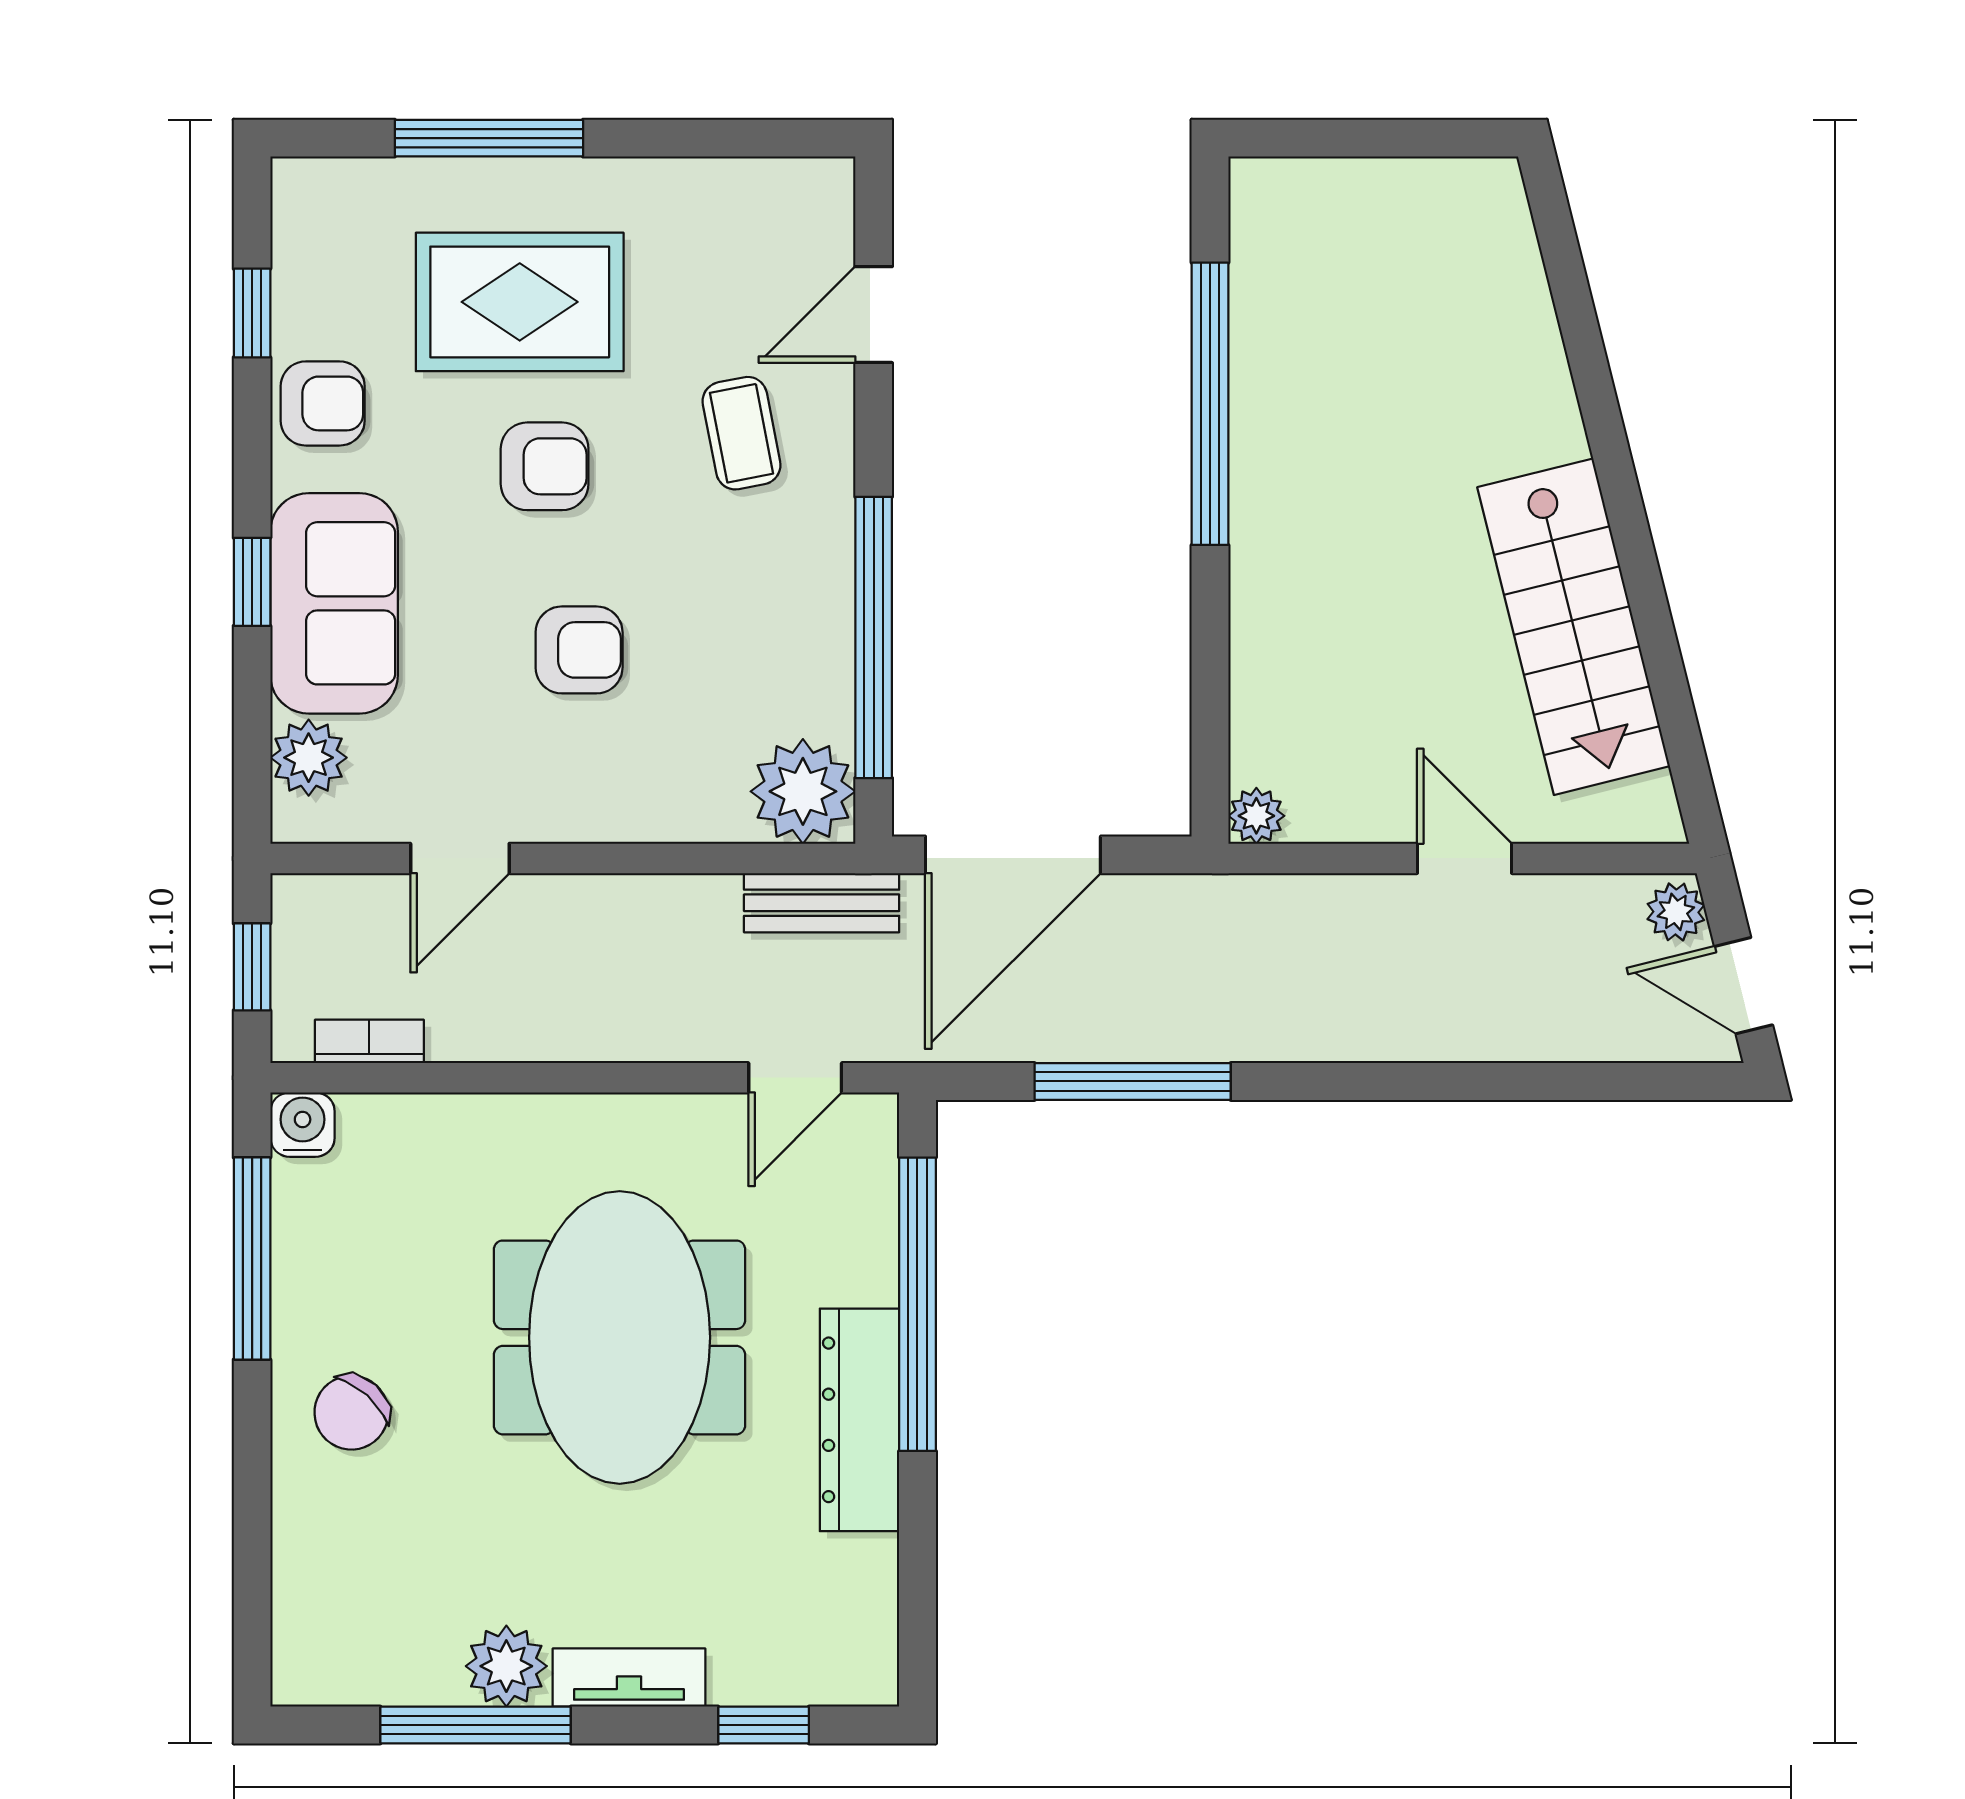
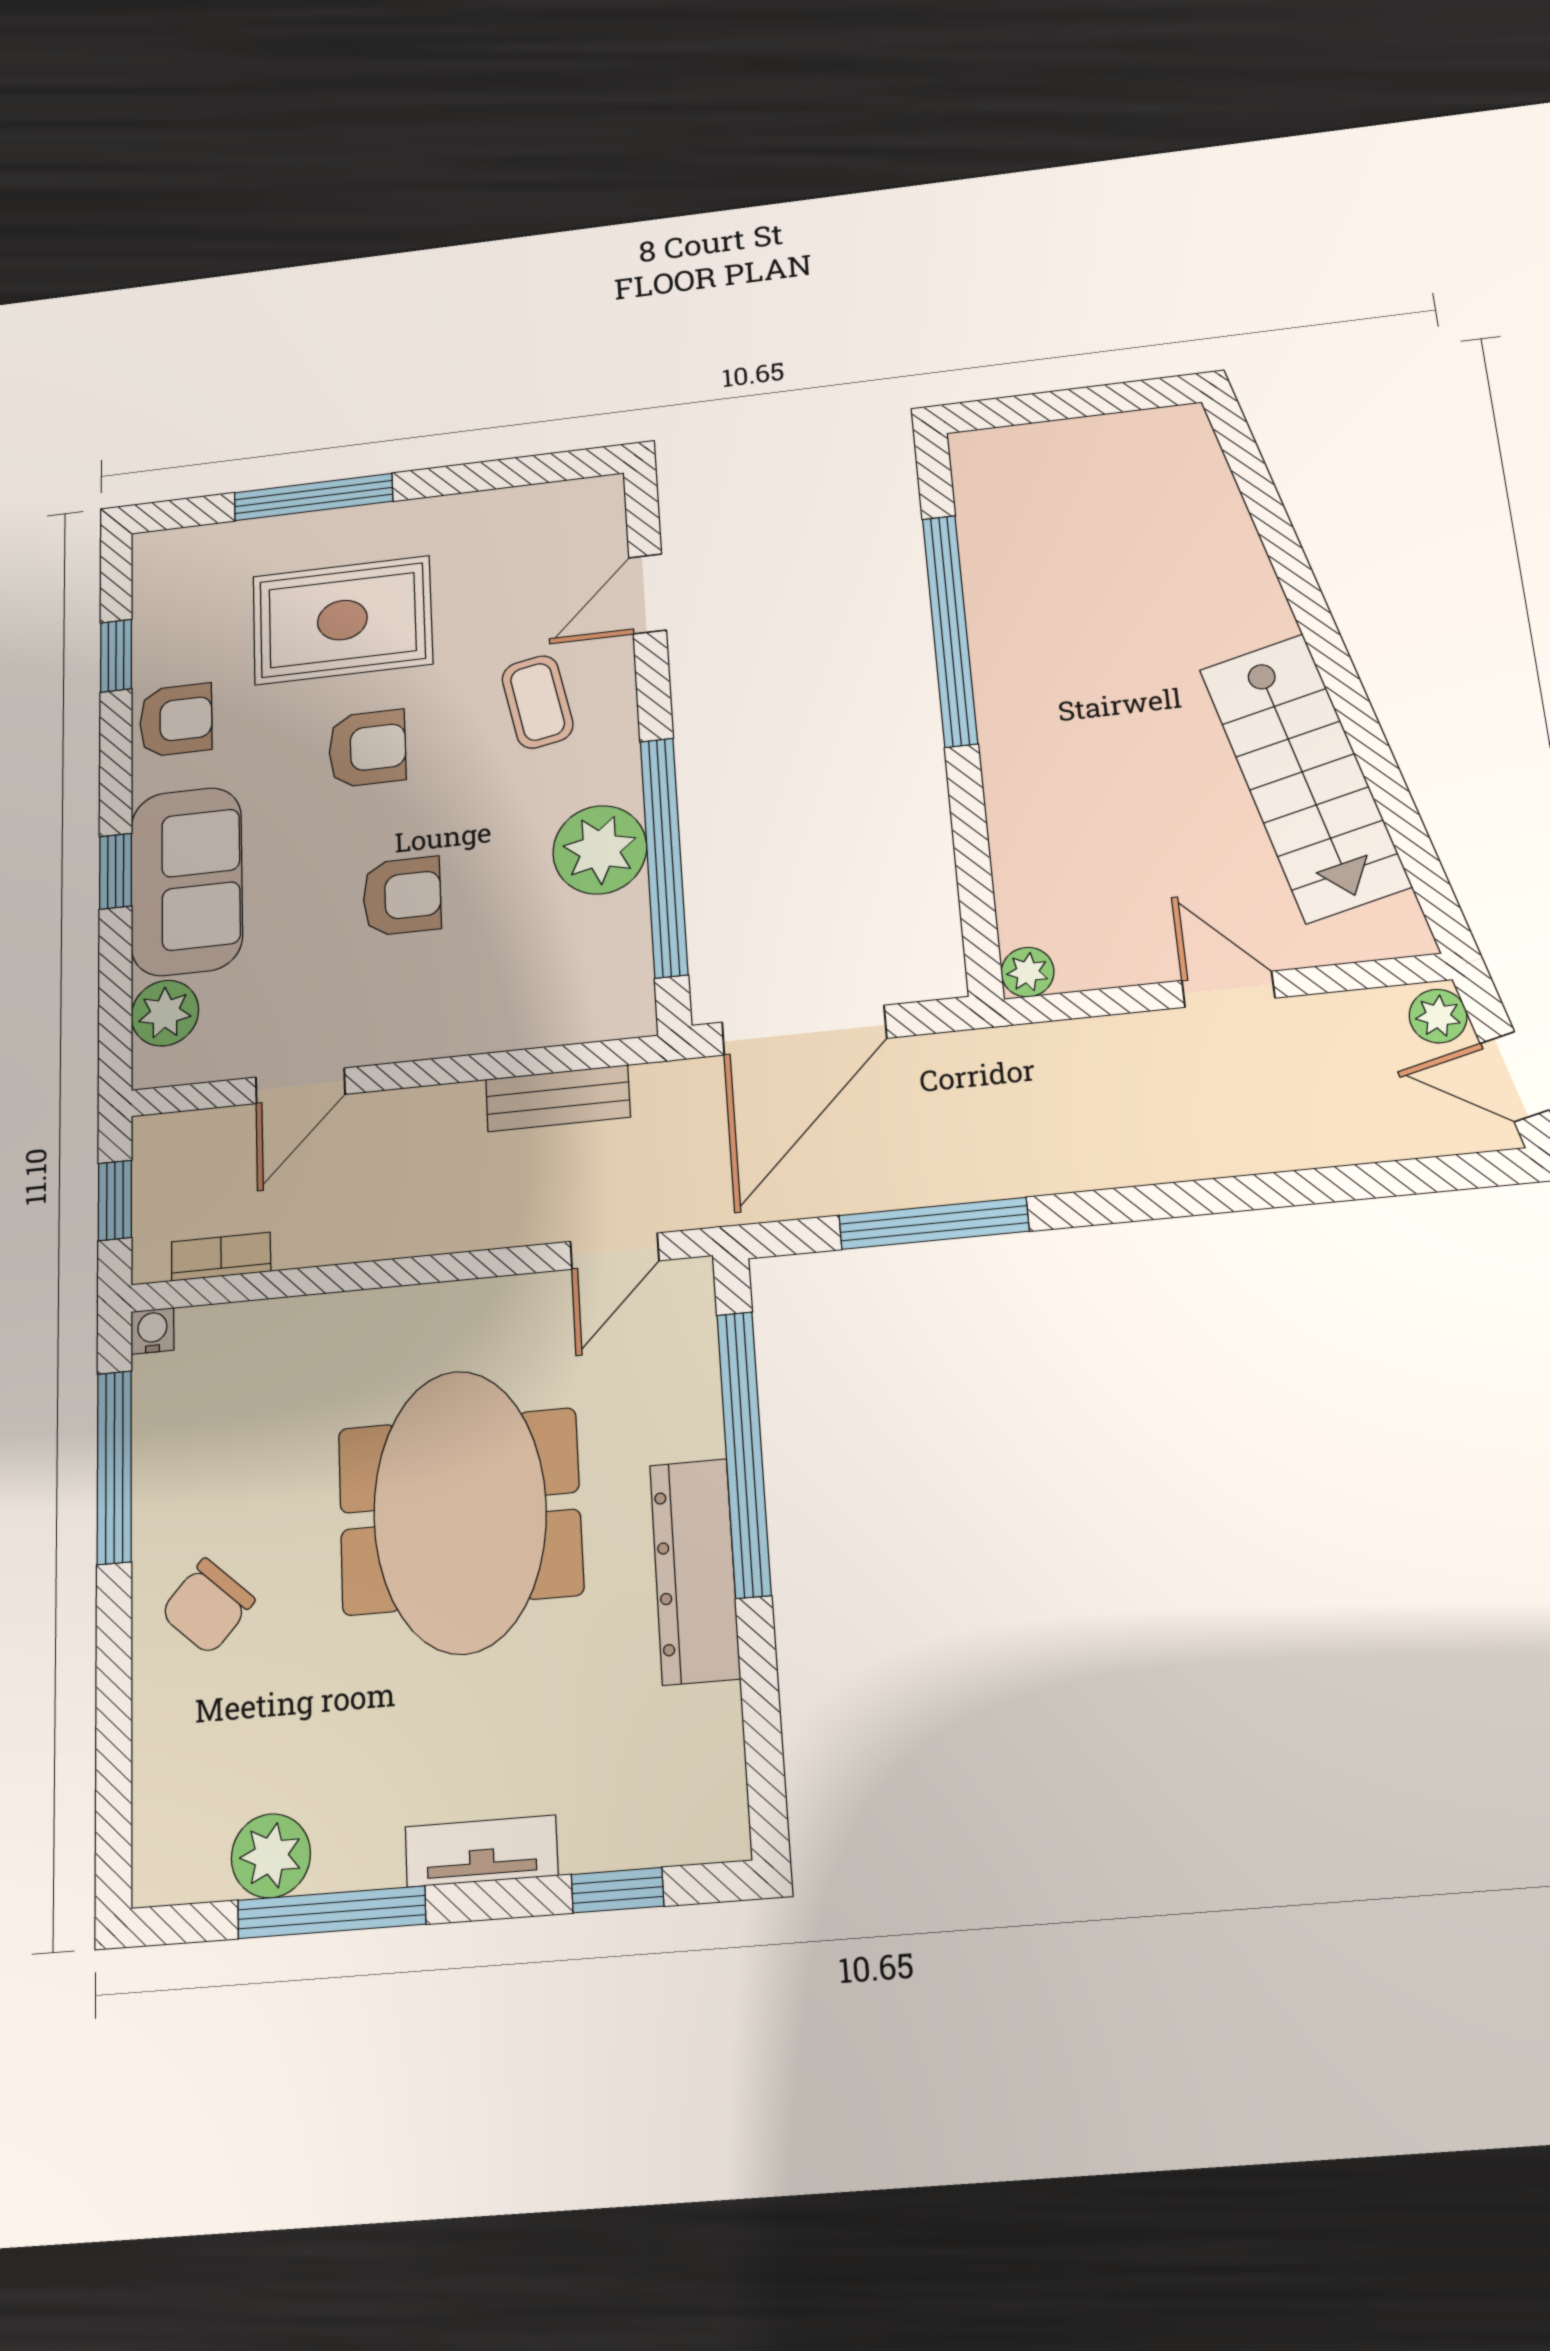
plant: (803, 791) -> (600, 850), moved
bench: (822, 903) -> (558, 1098), moved
water cooler: (303, 1125) -> (152, 1331), width x0.72, depth x0.72
plant: (506, 1666) -> (271, 1856), moved

